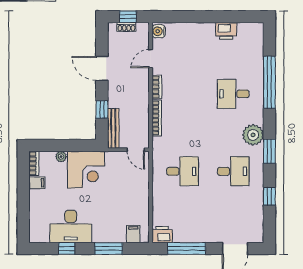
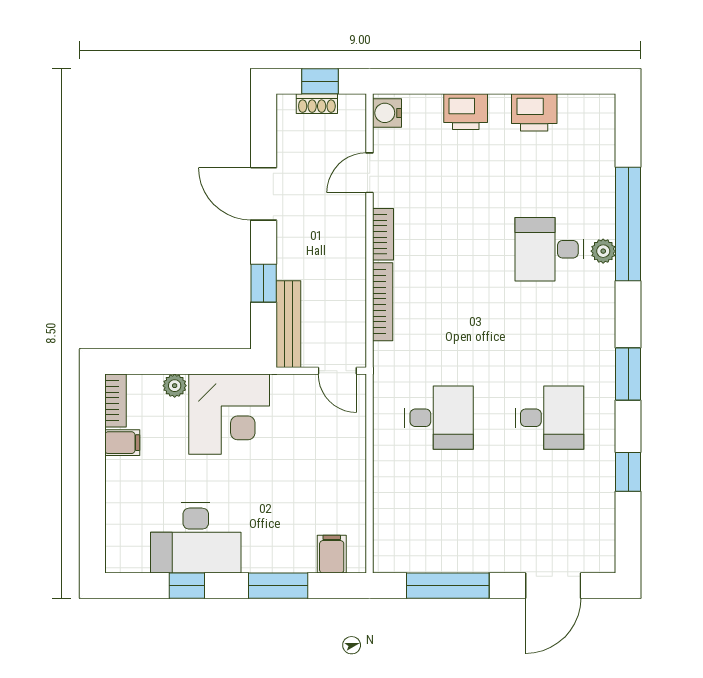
plant: (253, 135) -> (603, 251), moved, width x0.53, depth x0.53
printer: (162, 235) -> (466, 112), moved, turned 180

